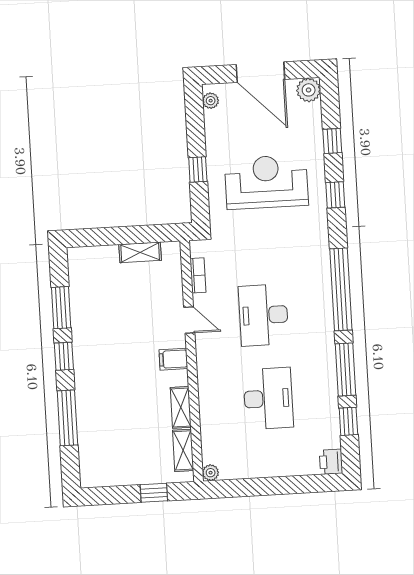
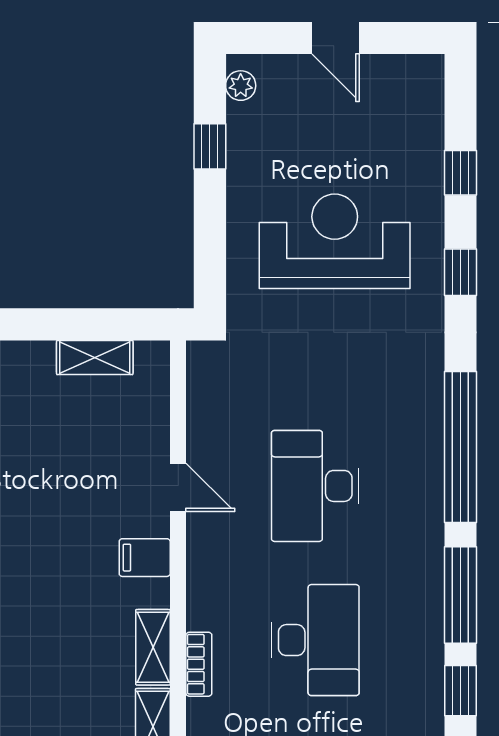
door: (260, 72) -> (336, 38), width x0.53
plant: (309, 90) -> (422, 76), removed
window: (198, 170) -> (210, 146), moved
bookcase: (198, 275) -> (199, 664), moved

